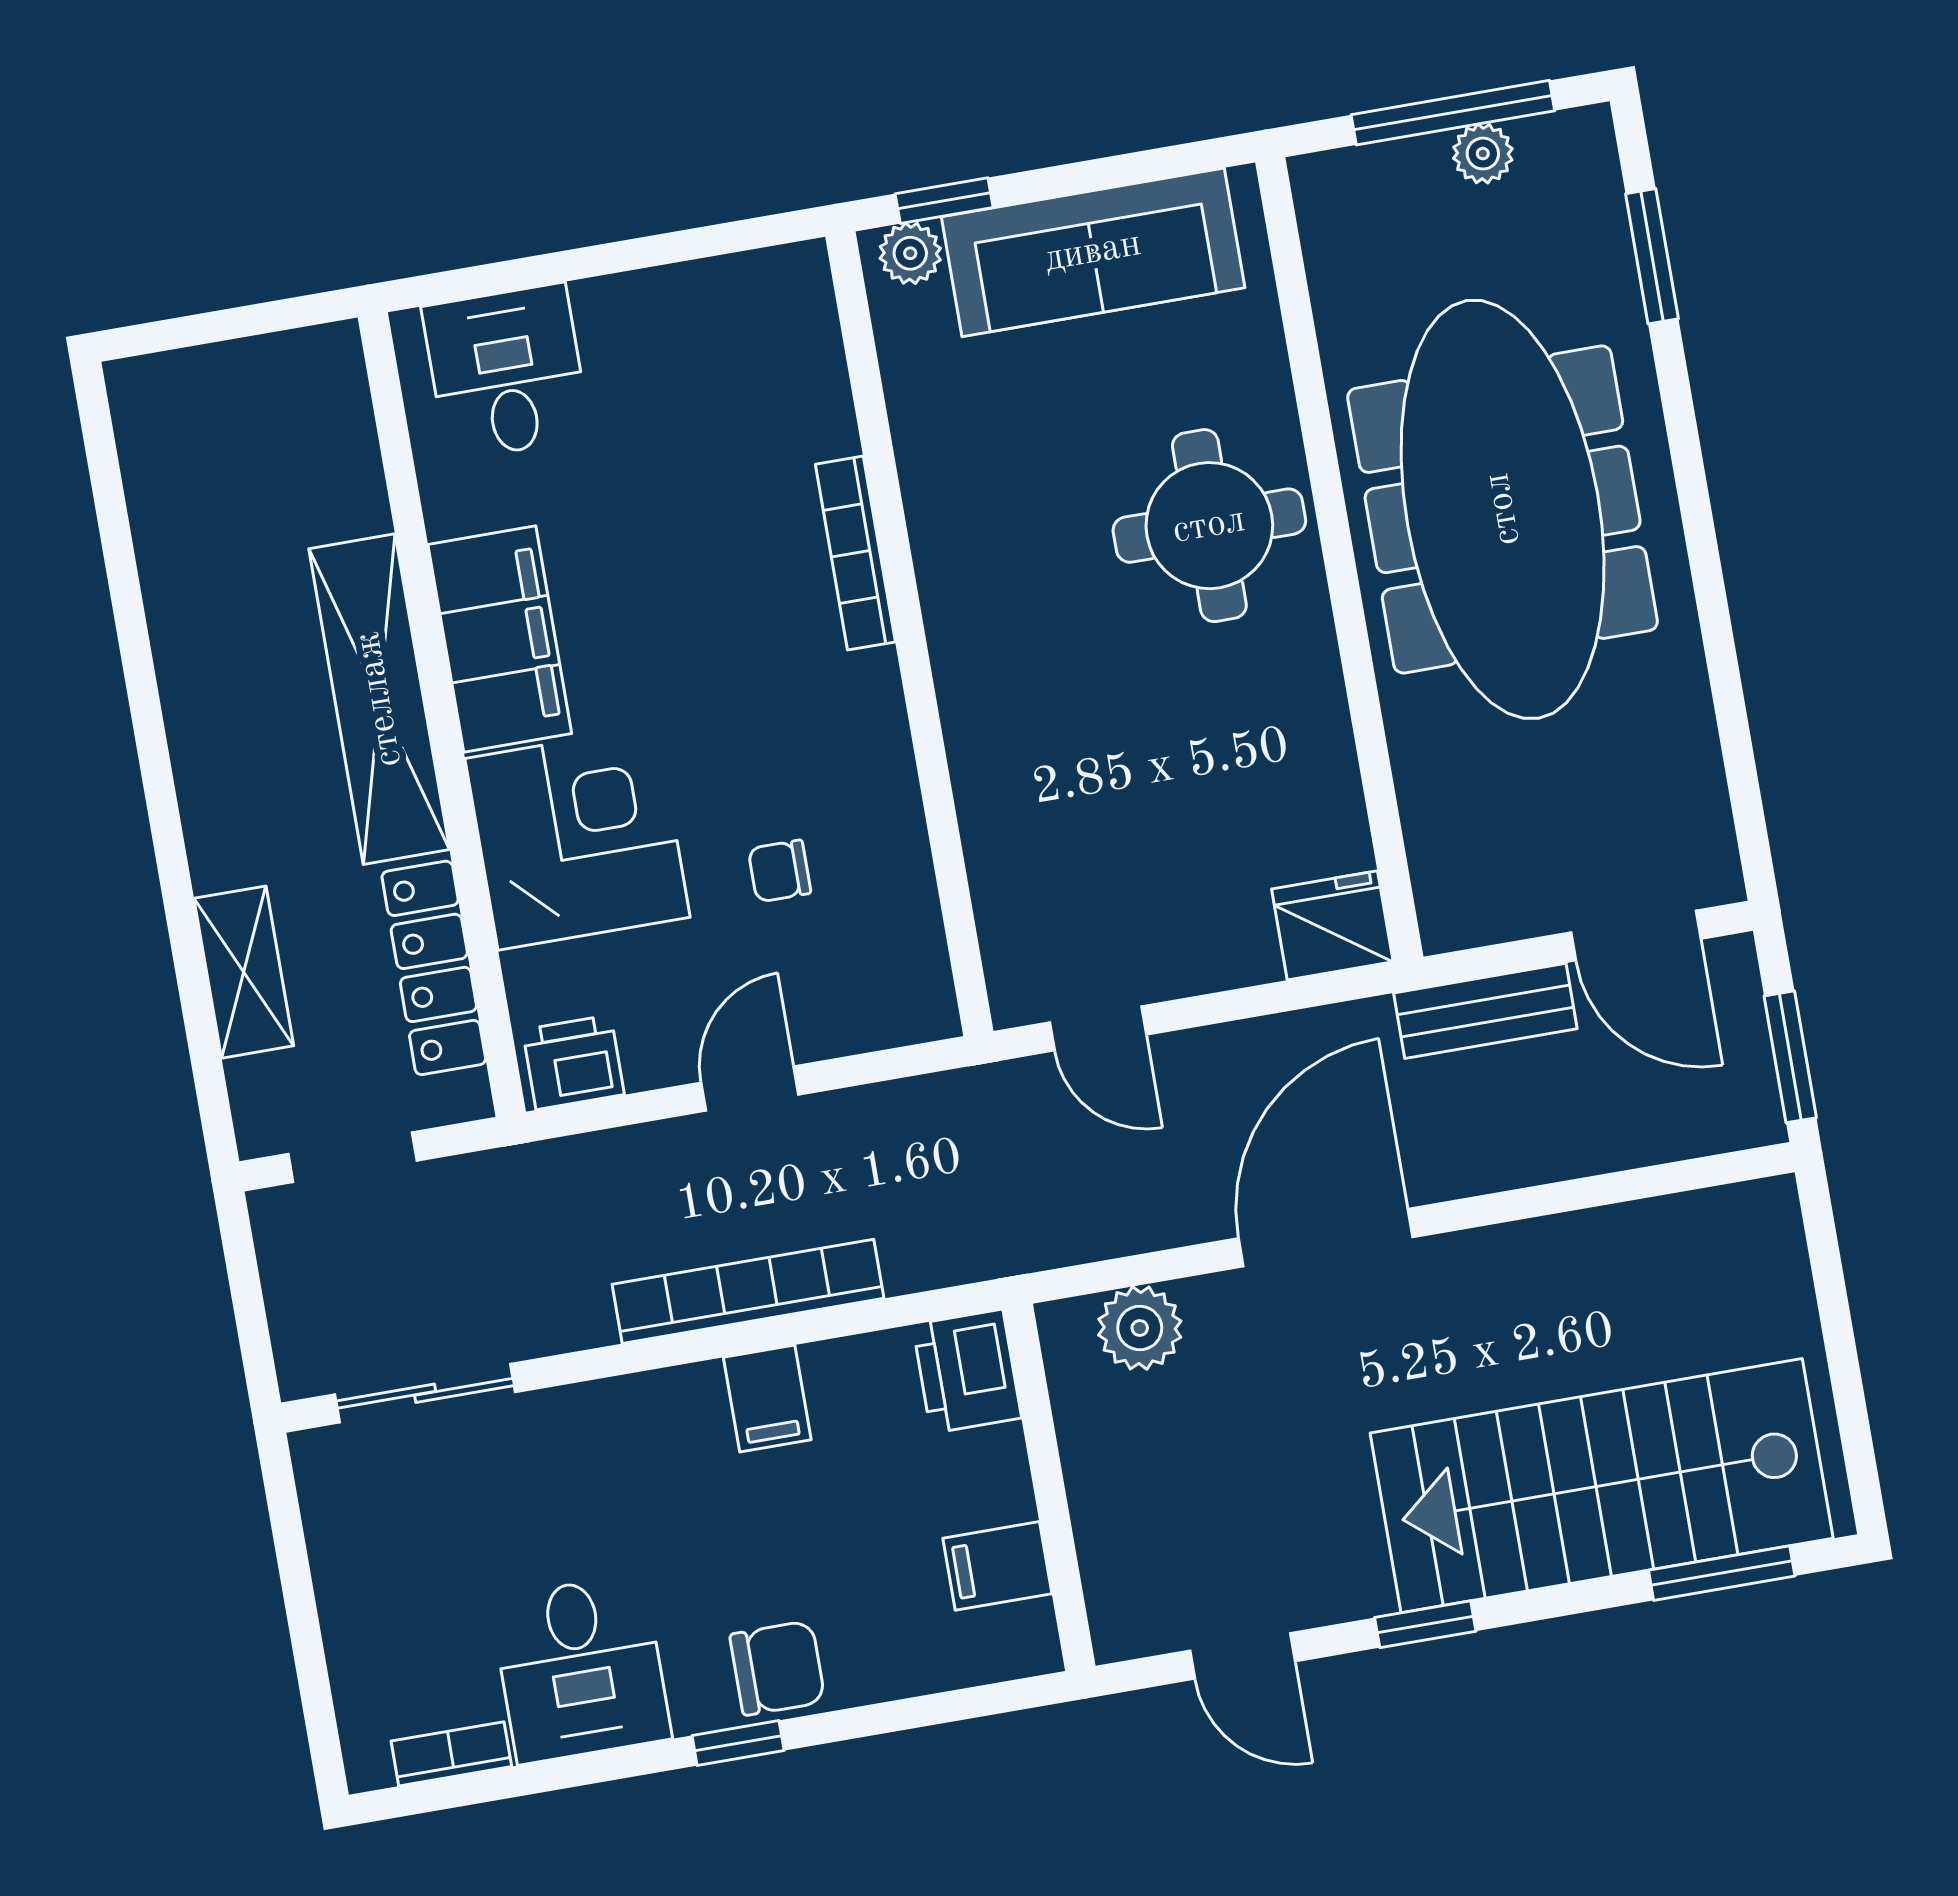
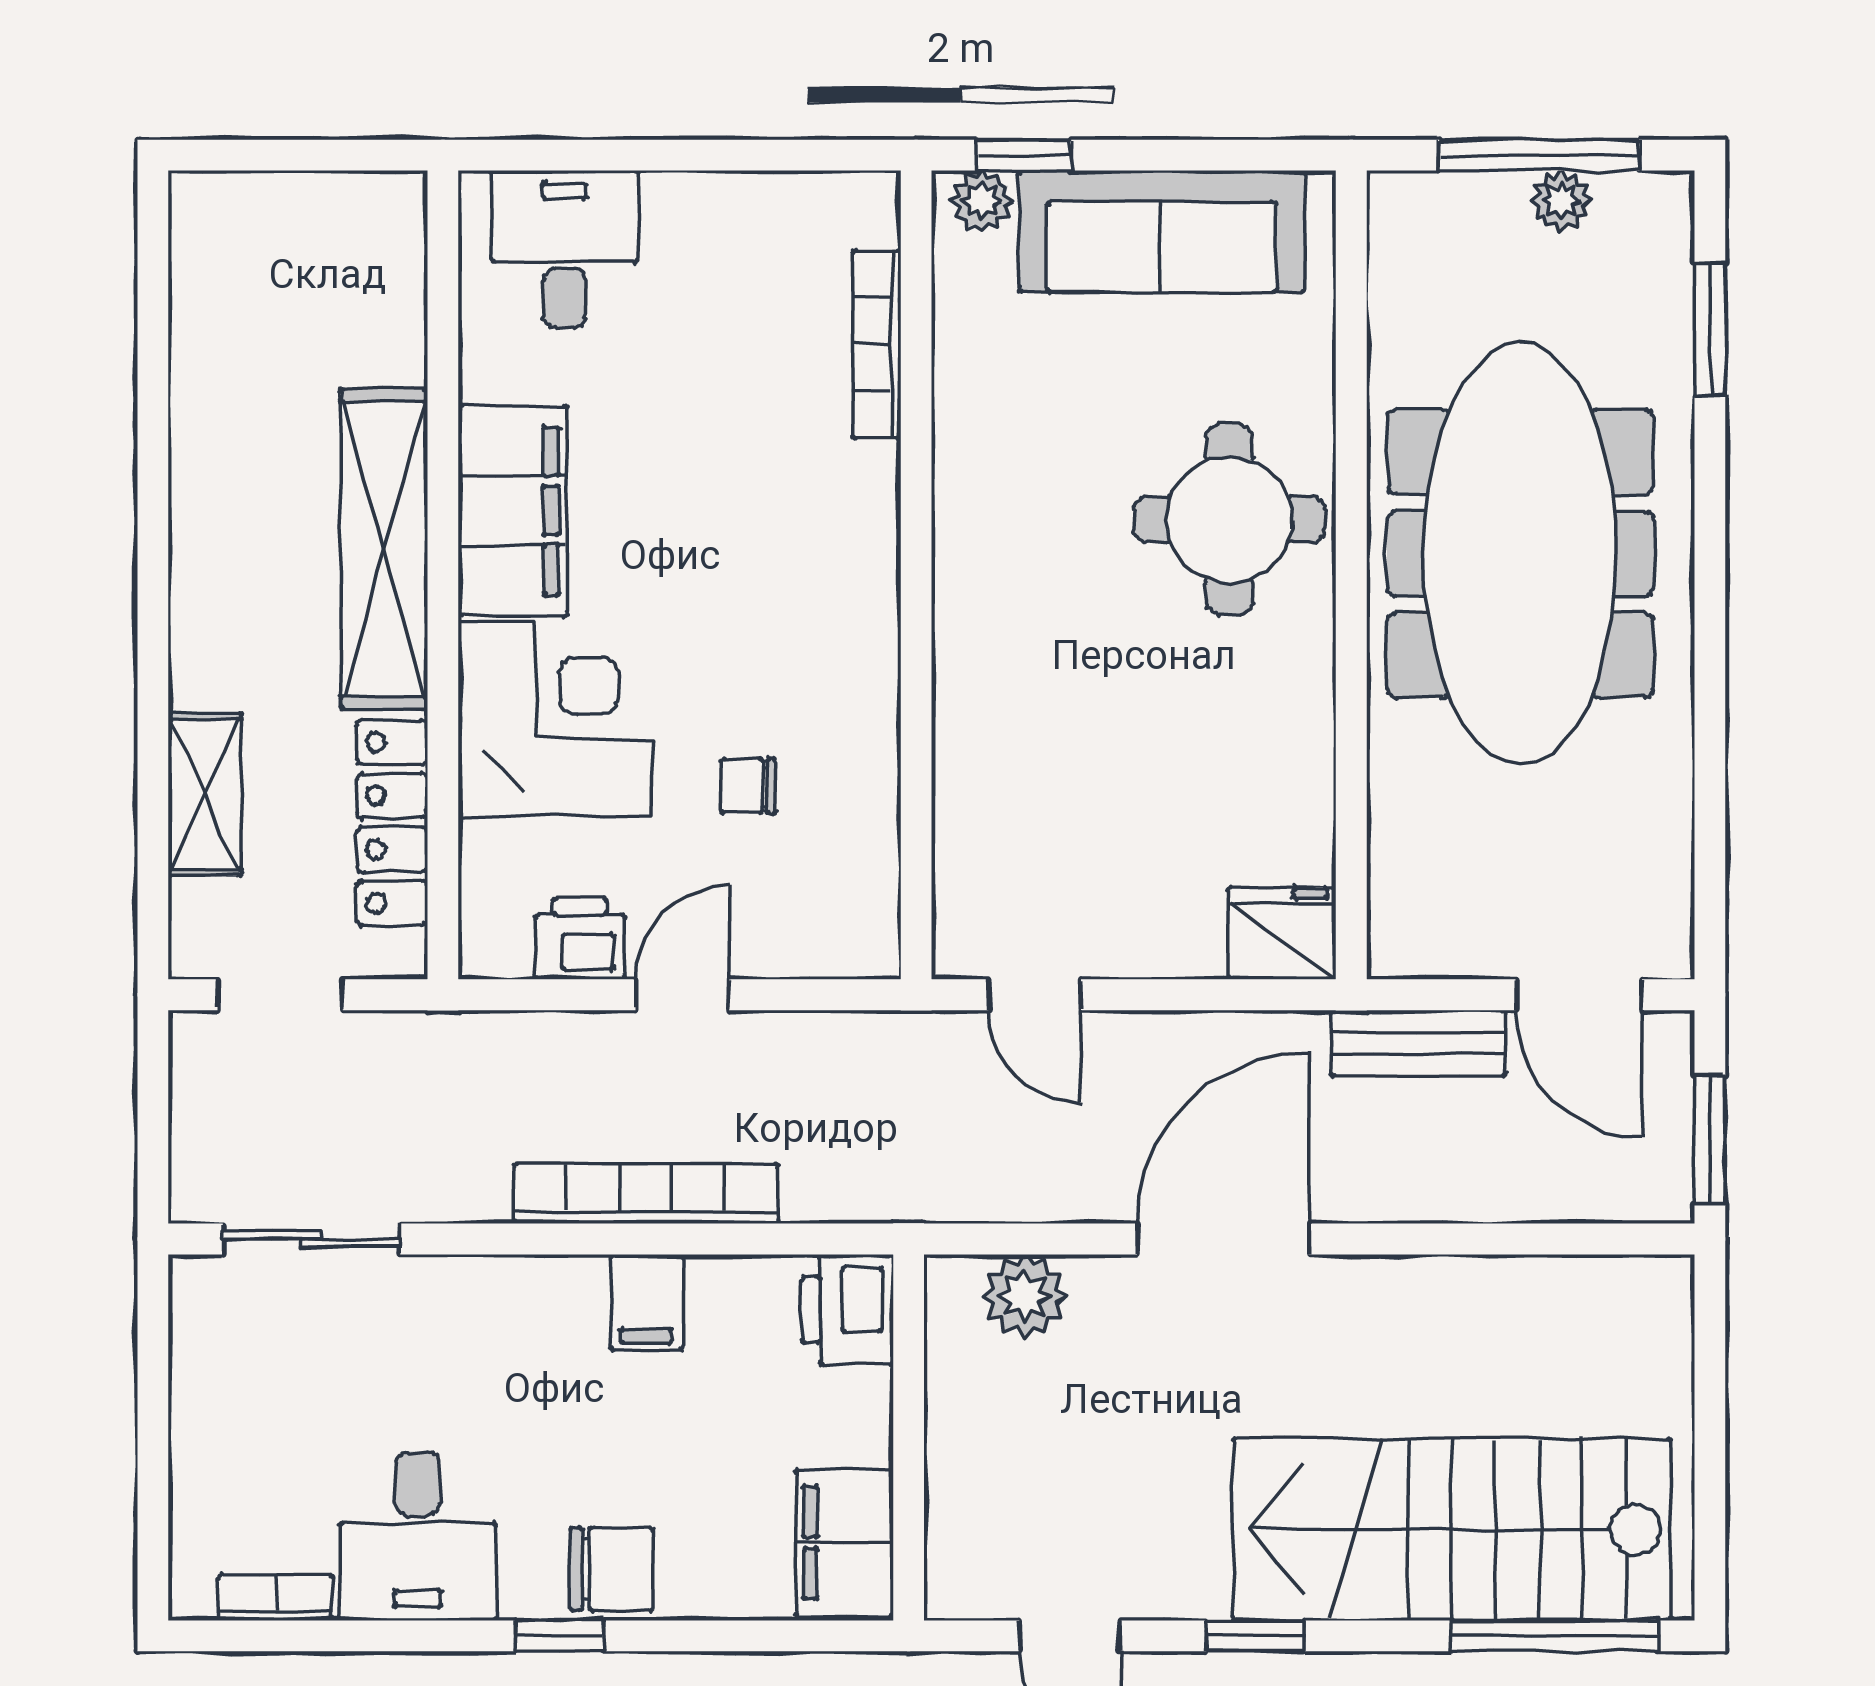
bookcase: (855, 553) -> (877, 344), moved
printer: (573, 1062) -> (580, 939), moved
filing cabinet: (997, 1566) -> (844, 1542), width x2.00
window: (1722, 1573) -> (1555, 1636), width x1.44

